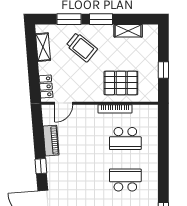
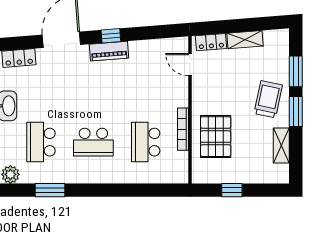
shelving: (43, 47) -> (245, 40), moved
trolley: (82, 47) -> (268, 99), moved, turned 153
piano: (51, 141) -> (109, 51), moved
school desk: (125, 180) -> (93, 142), turned 90

